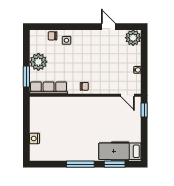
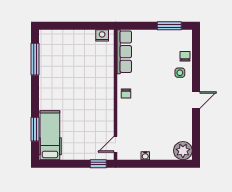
door: (108, 27) -> (196, 100), moved
plant: (38, 62) -> (155, 40), removed
window: (26, 77) -> (169, 26), moved
nightstand: (35, 138) -> (102, 35), moved
window: (80, 164) -> (35, 59), moved

